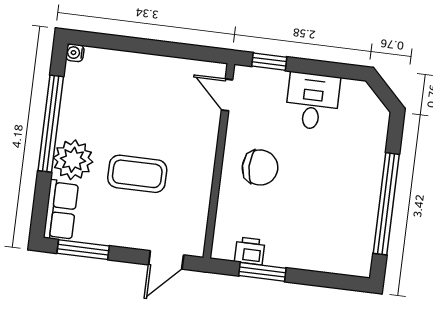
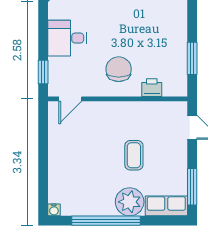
coffee table: (137, 174) -> (134, 155), width x0.73, depth x0.77
printer: (250, 251) -> (152, 88), moved, turned 90

